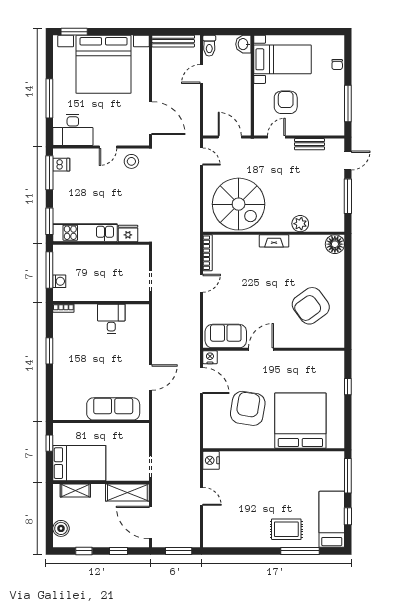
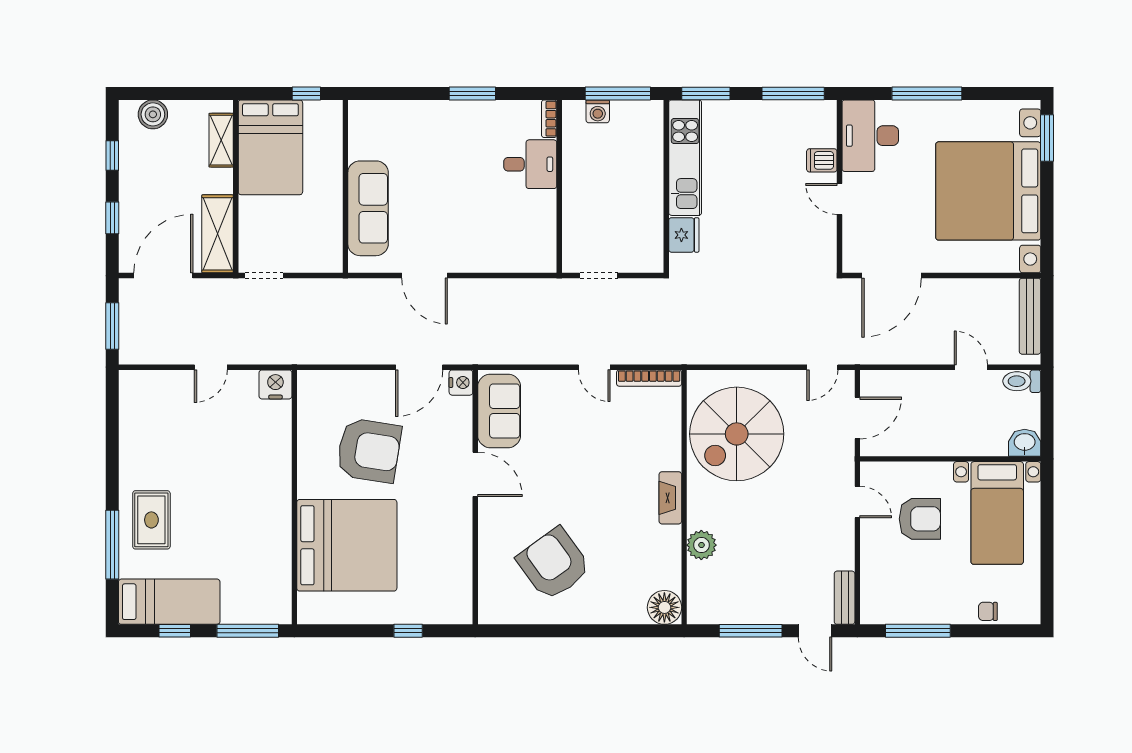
bench: (310, 144) -> (845, 598), moved
stool: (131, 161) -> (814, 241), removed
dishwasher: (61, 165) -> (822, 160), moved, turned 90
desk: (111, 319) -> (530, 164), moved

